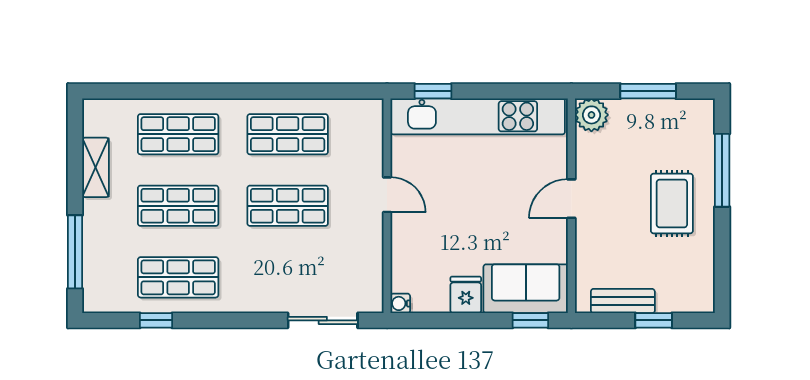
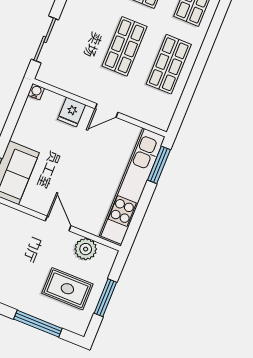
window: (433, 91) -> (159, 165), width x1.50
plant: (591, 115) -> (86, 249), moved
rug: (672, 204) -> (67, 289), moved
fridge: (466, 295) -> (72, 112), moved, turned 90

